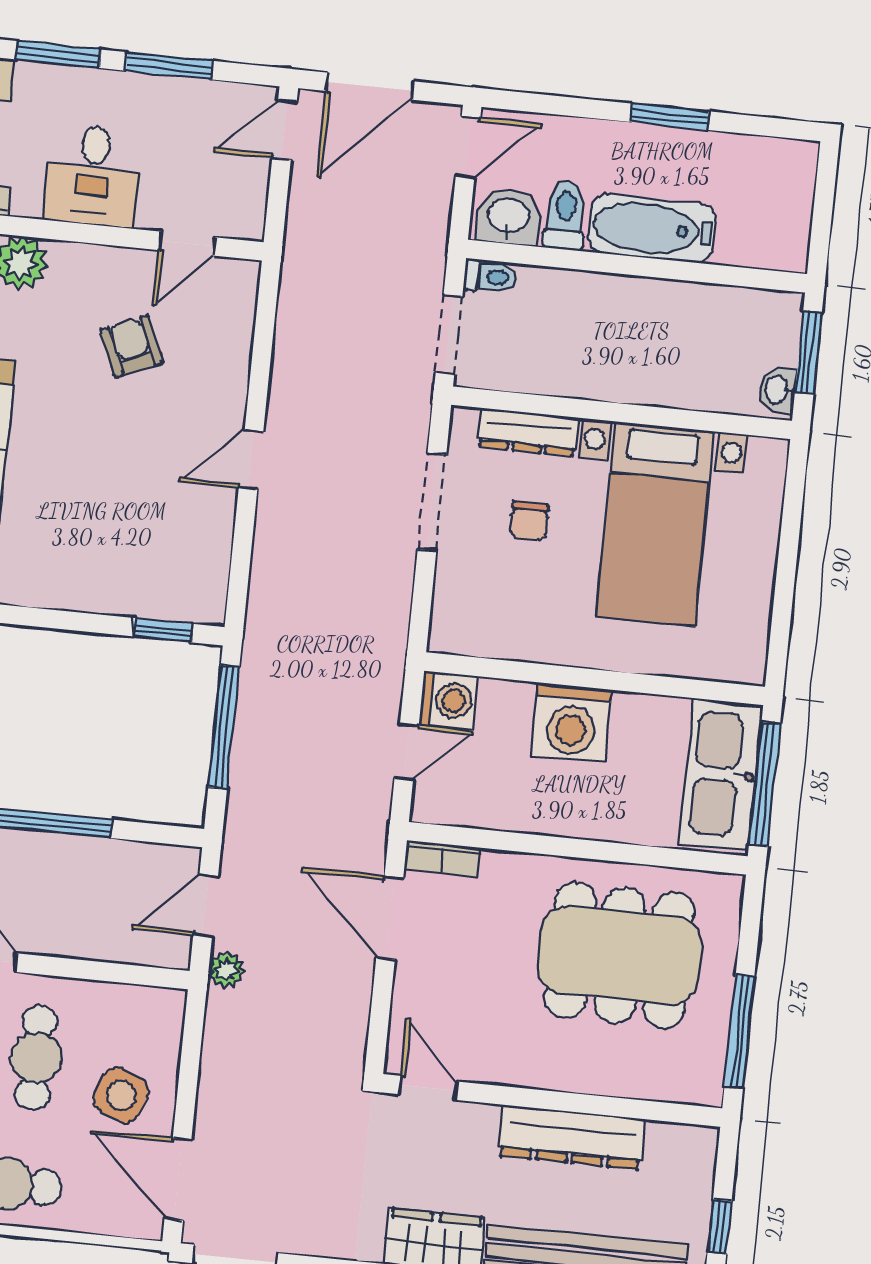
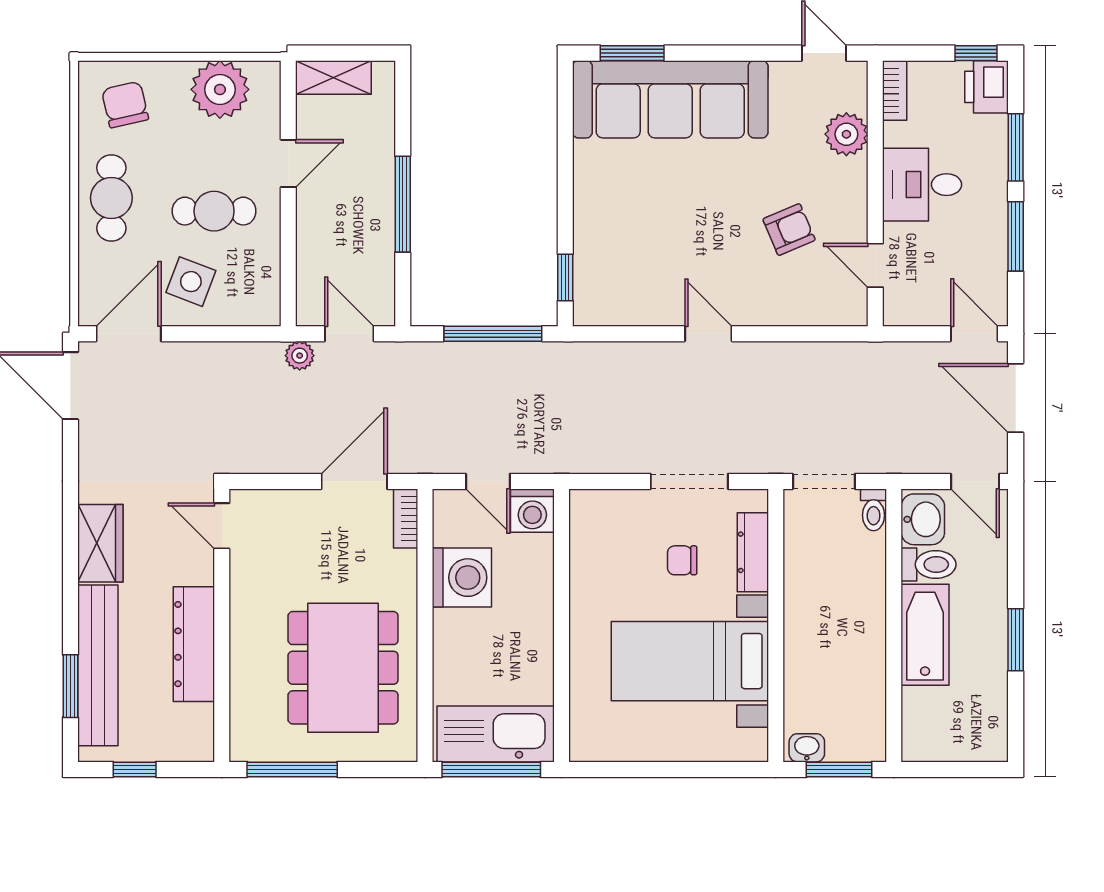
washing machine: (571, 723) -> (462, 578), moved, turned 180
door: (428, 1088) -> (222, 526), swing flipped

